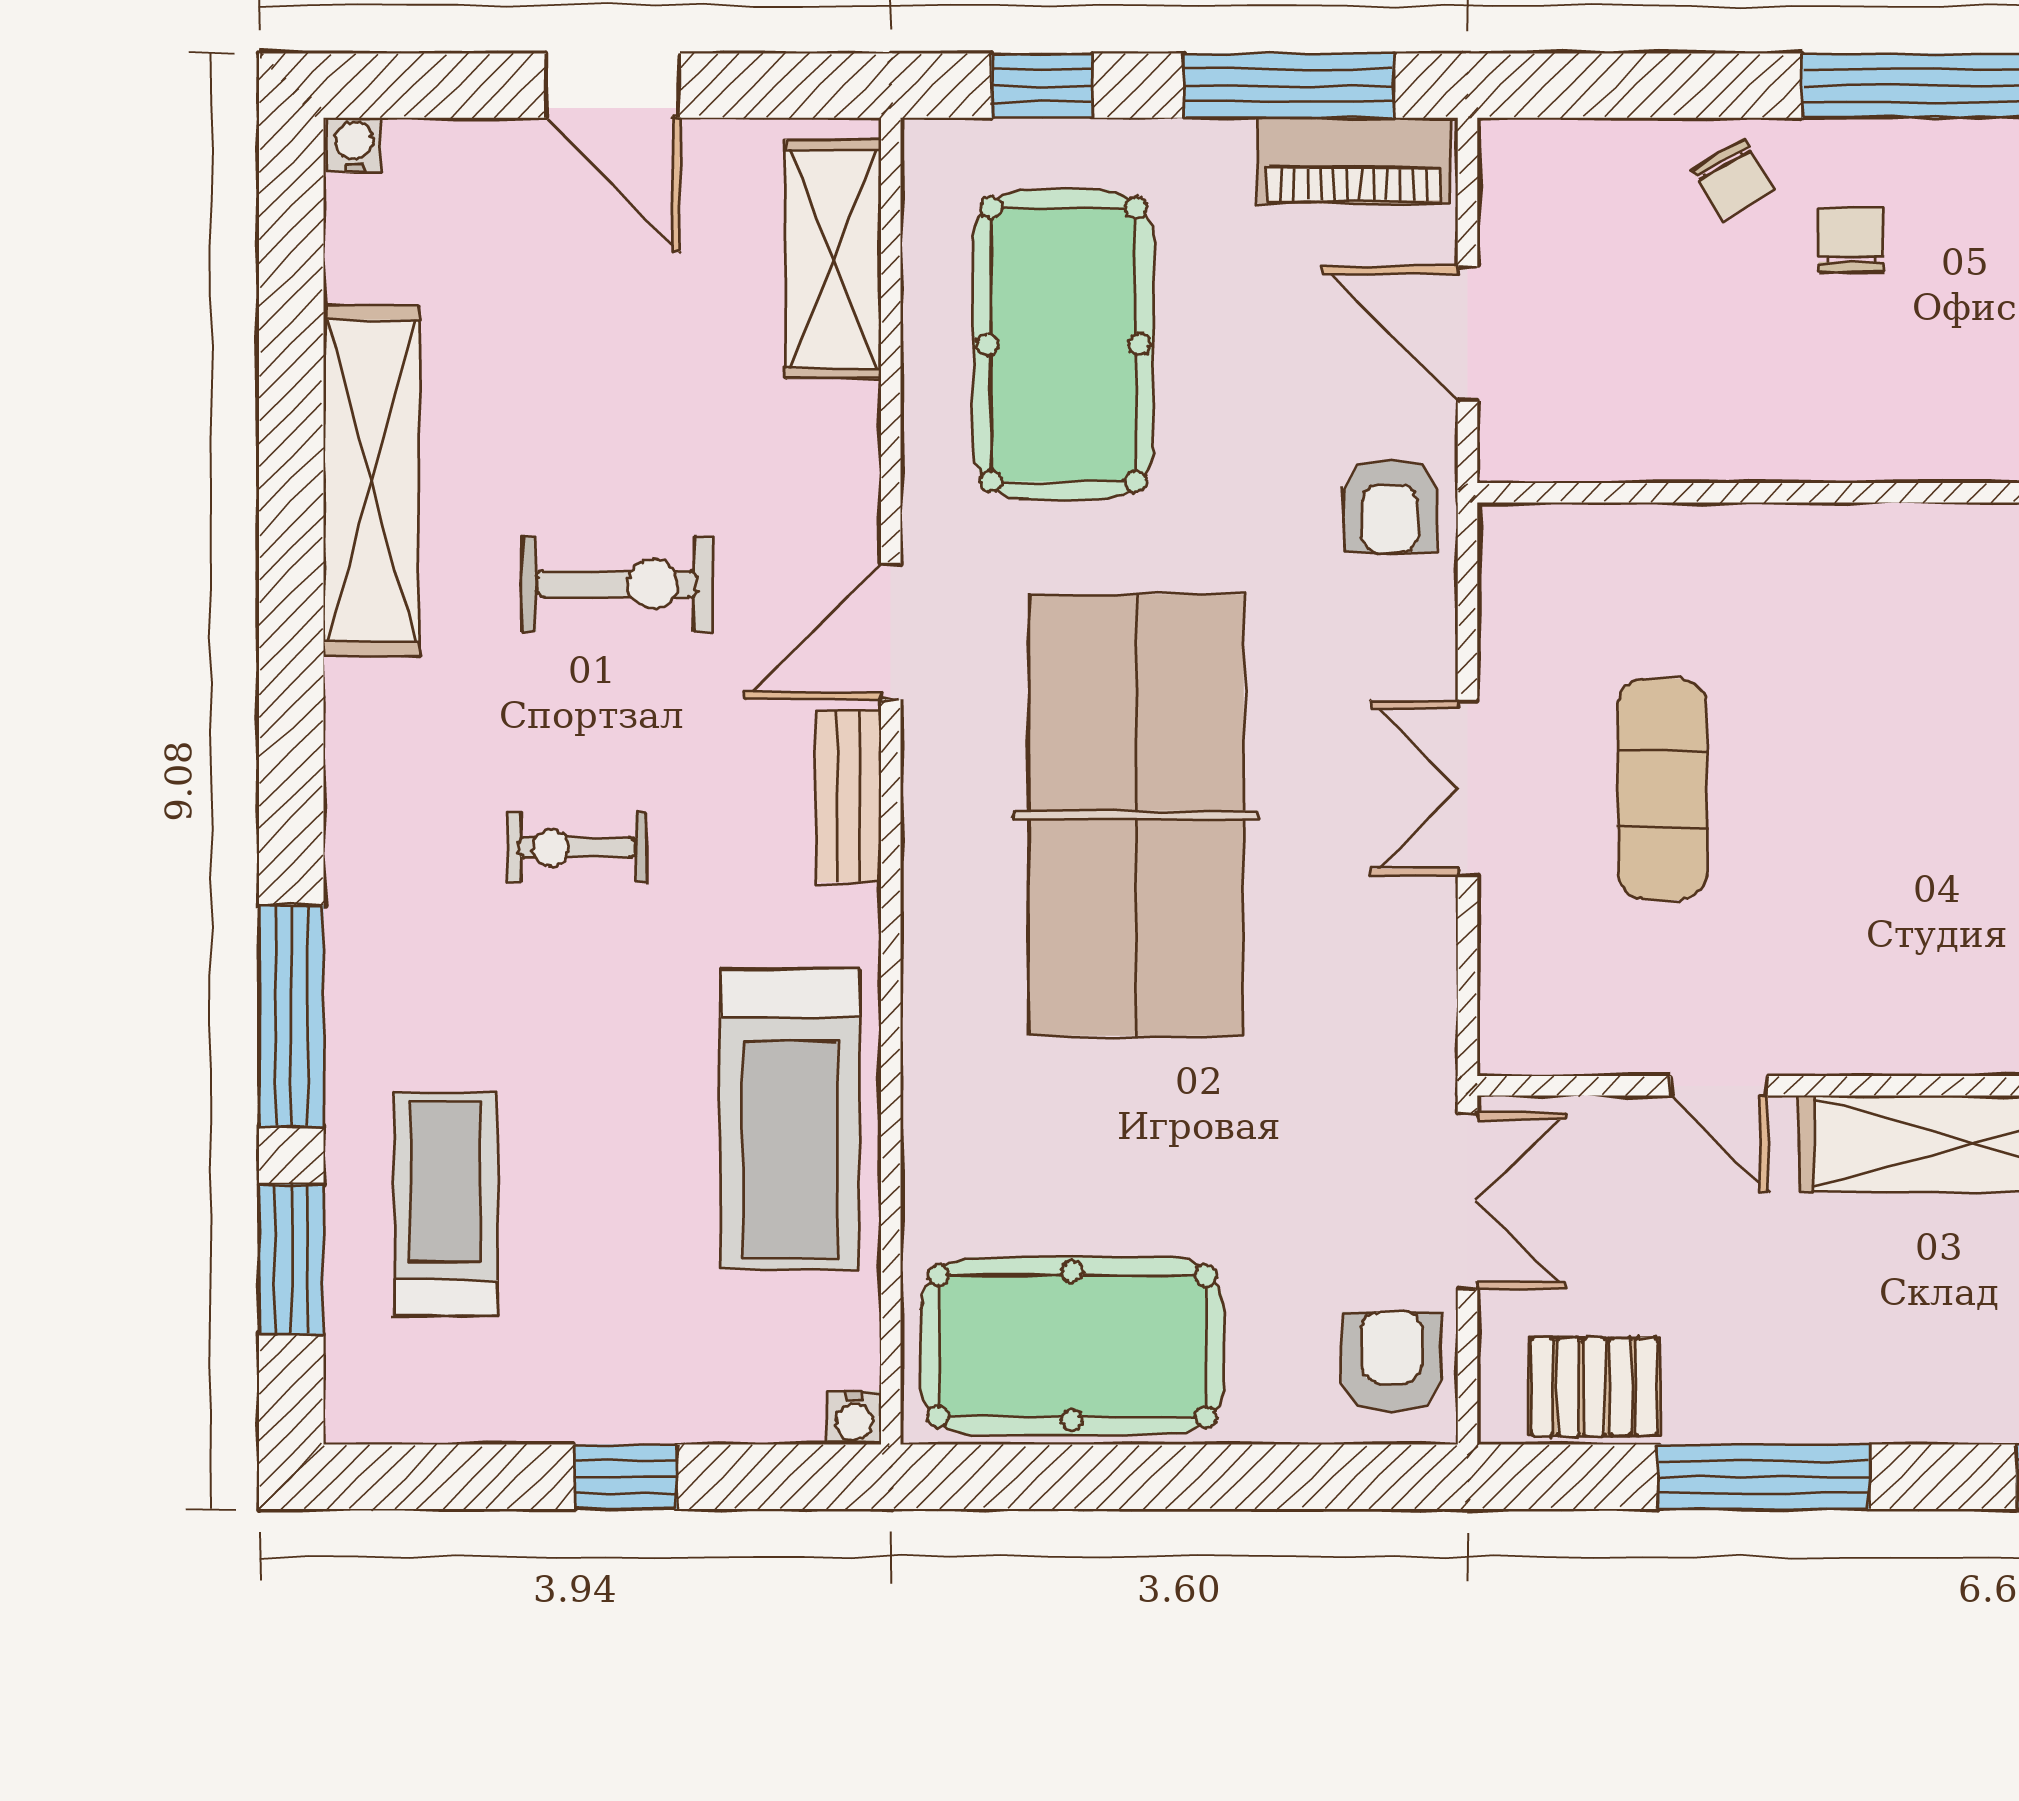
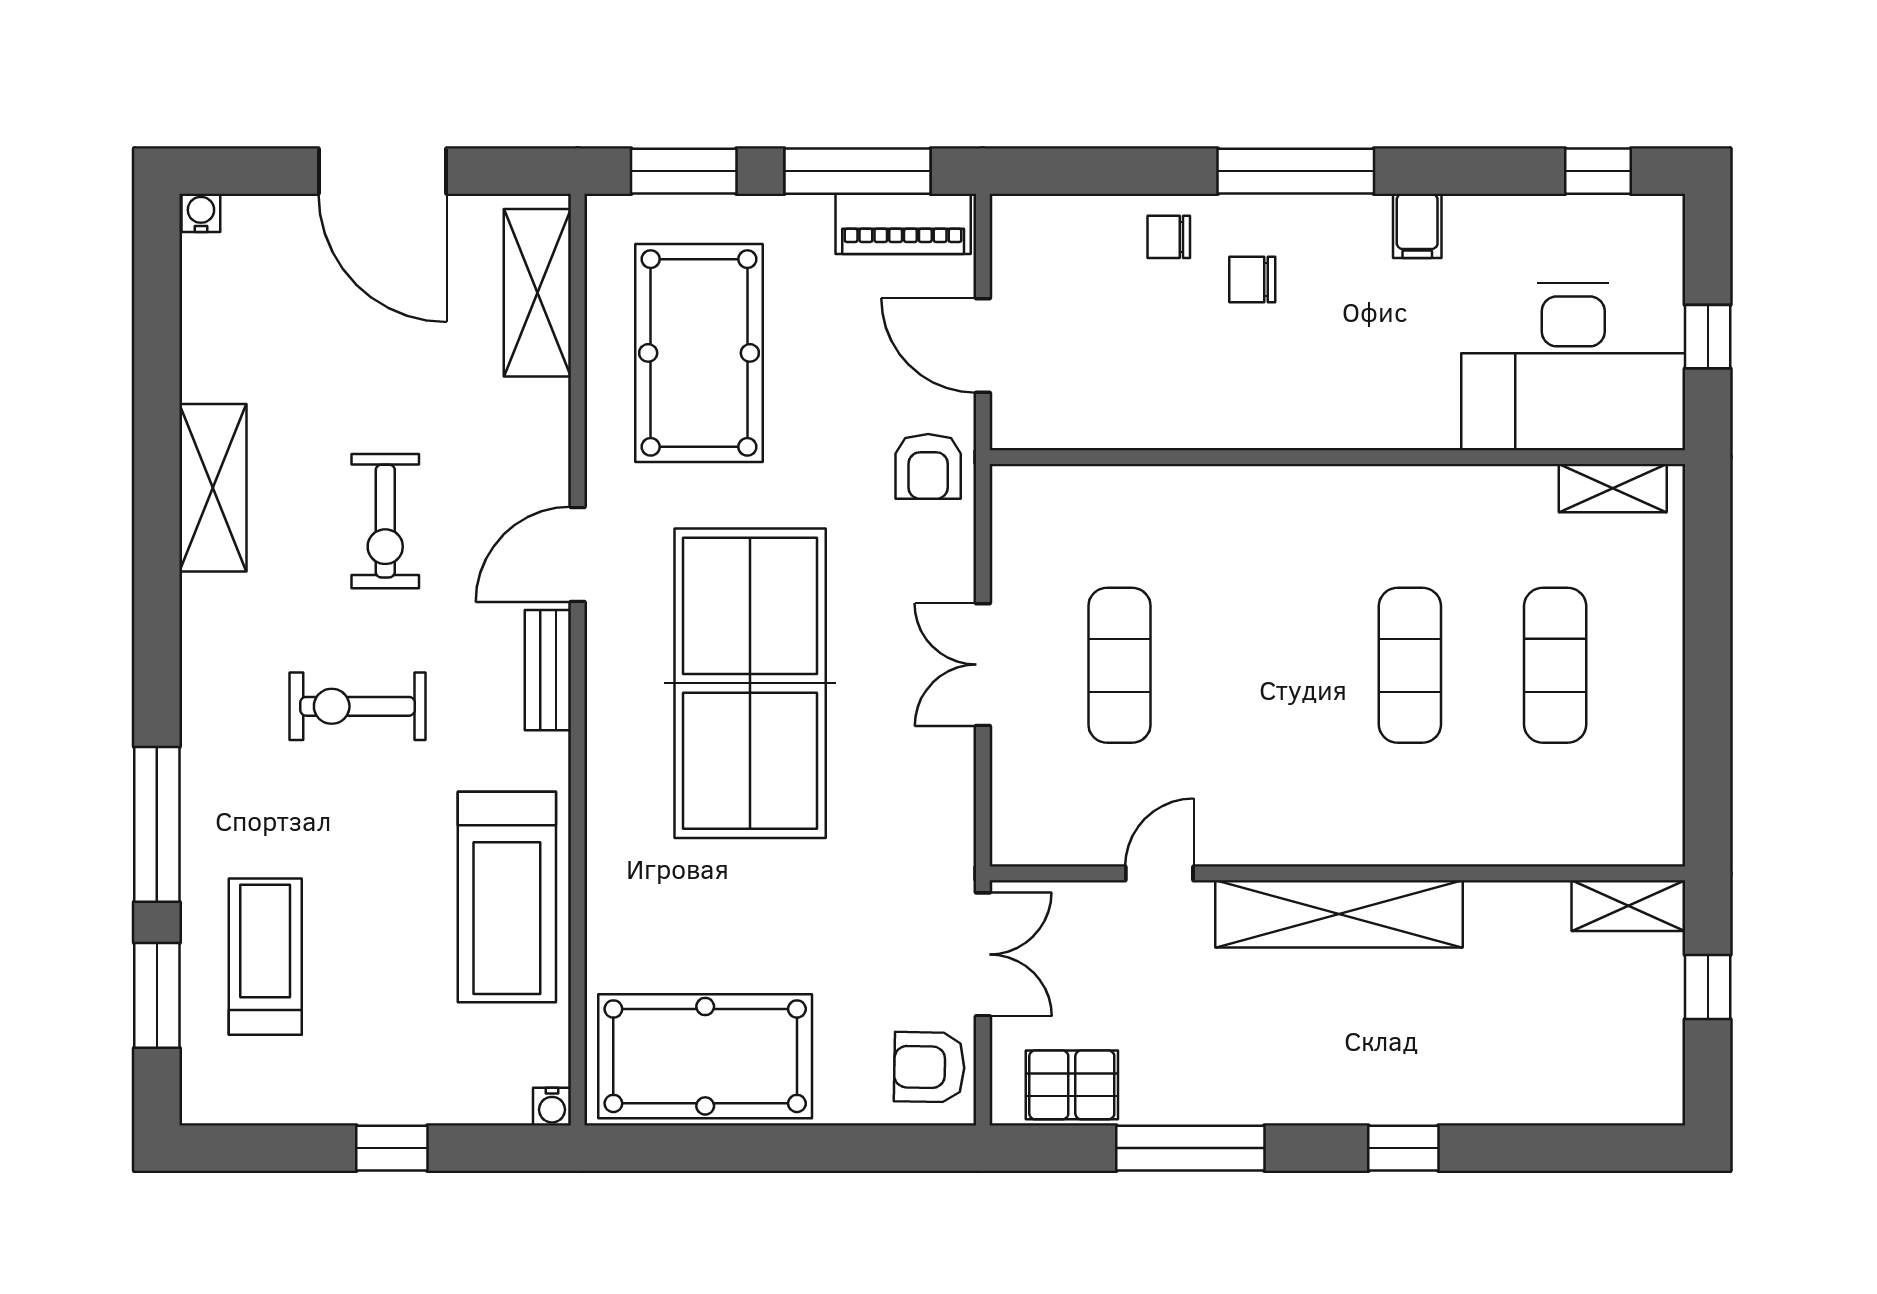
door: (613, 86) -> (382, 171), width x1.36
window: (1042, 86) -> (684, 171), width x1.50
chair: (1732, 179) -> (1169, 237), turned 120
chair: (1851, 240) -> (1252, 279), turned -90
shelving: (371, 481) -> (213, 488), width x0.68
exercise bike: (617, 584) -> (385, 521), turned 90
exercise bike: (577, 848) -> (358, 706), width x1.38, depth x1.39
door: (1719, 1086) -> (1159, 873), swing flipped
armchair: (1391, 1362) -> (929, 1067), turned -89

